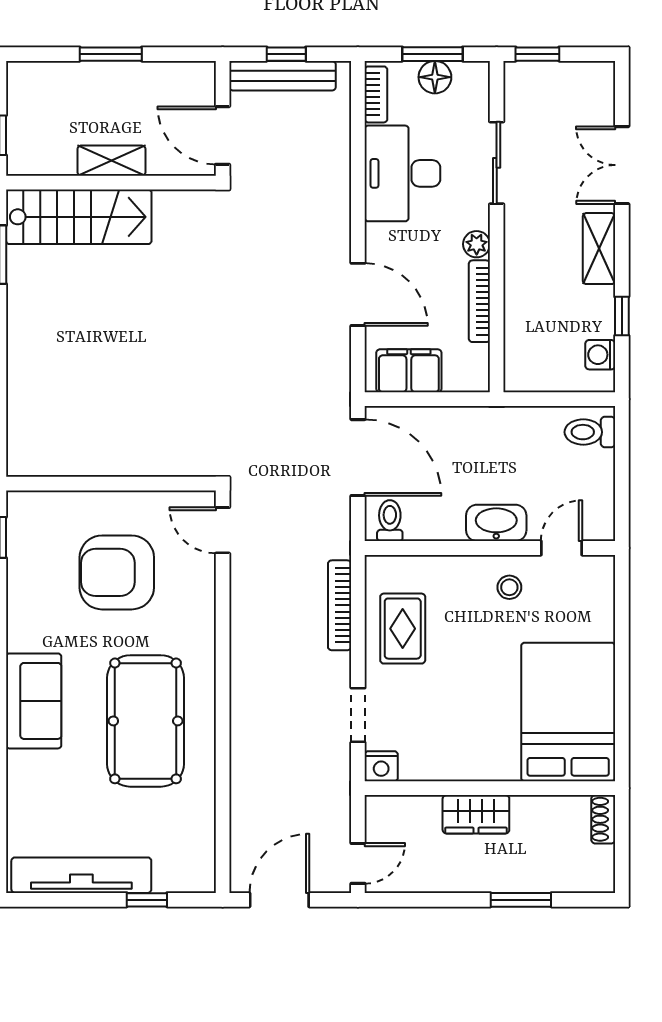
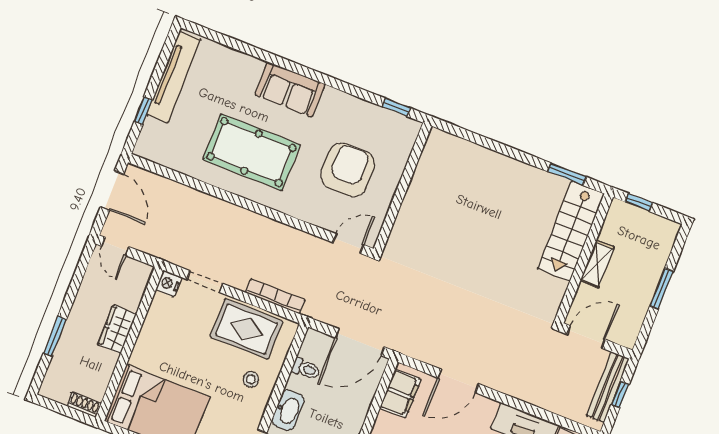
toilet: (390, 521) -> (306, 369), moved
stool: (509, 587) -> (251, 379), moved
rug: (403, 629) -> (246, 329), width x1.36, depth x1.43

